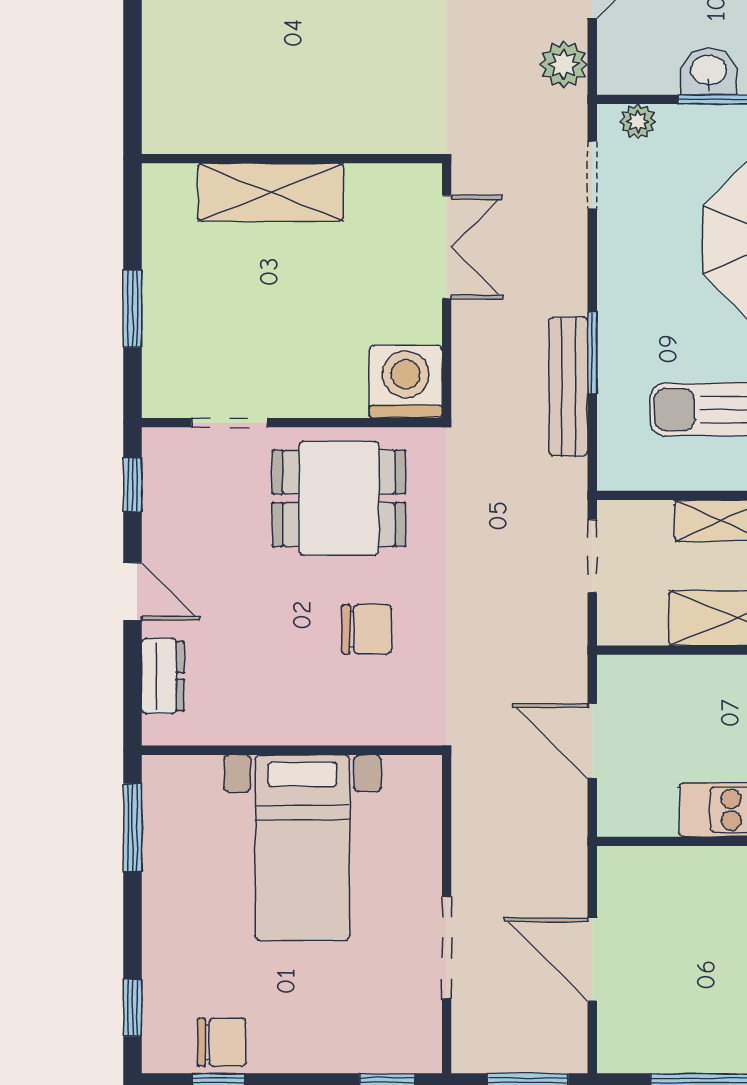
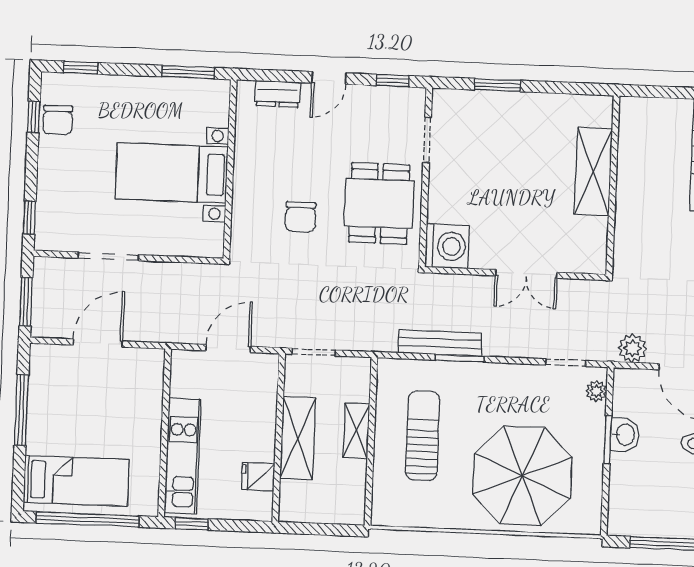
wall: (292, 159) -> (613, 185), moved
shelving: (271, 192) -> (593, 172), moved
doorway: (592, 556) -> (314, 352), moved

